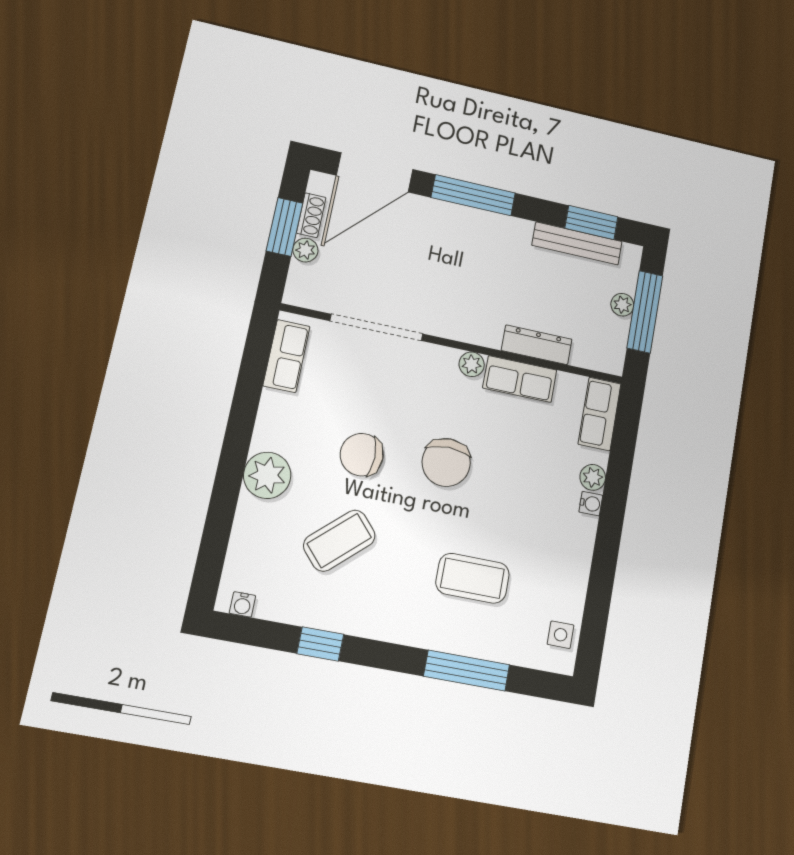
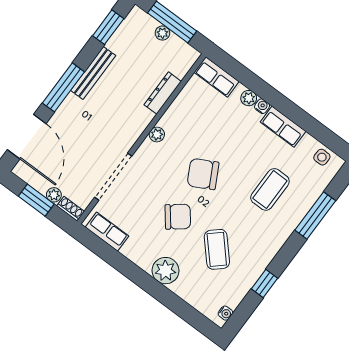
shoe rack: (311, 215) -> (71, 209), moved
bench: (577, 243) -> (93, 73), moved
row of seats: (520, 379) -> (283, 127), moved, turned 90
chair: (362, 455) -> (178, 217), turned -128
chair: (446, 462) -> (203, 174), turned 152

